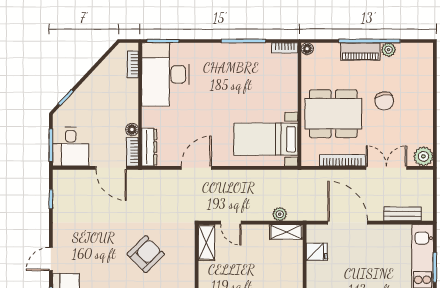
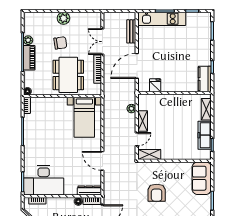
plant: (423, 156) -> (63, 18), moved
shelving: (286, 232) -> (143, 121), moved
armchair: (146, 254) -> (157, 193), turned -135

